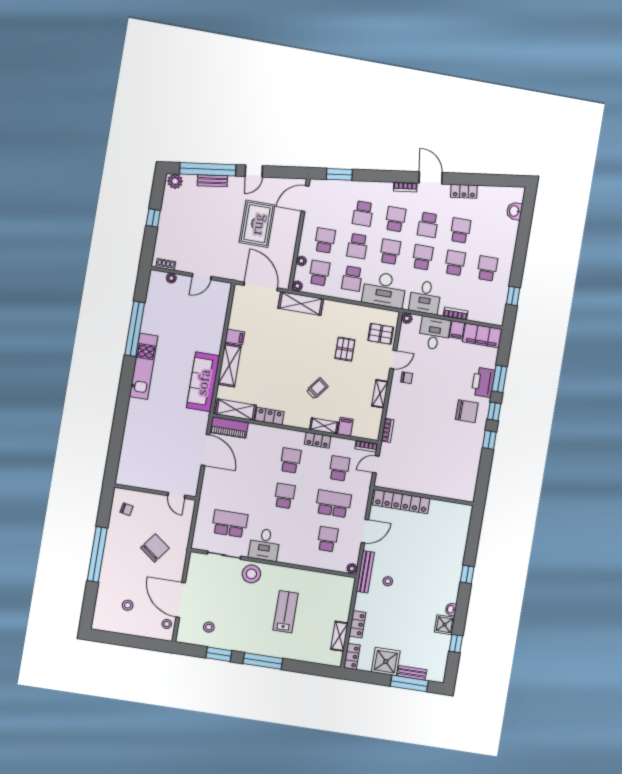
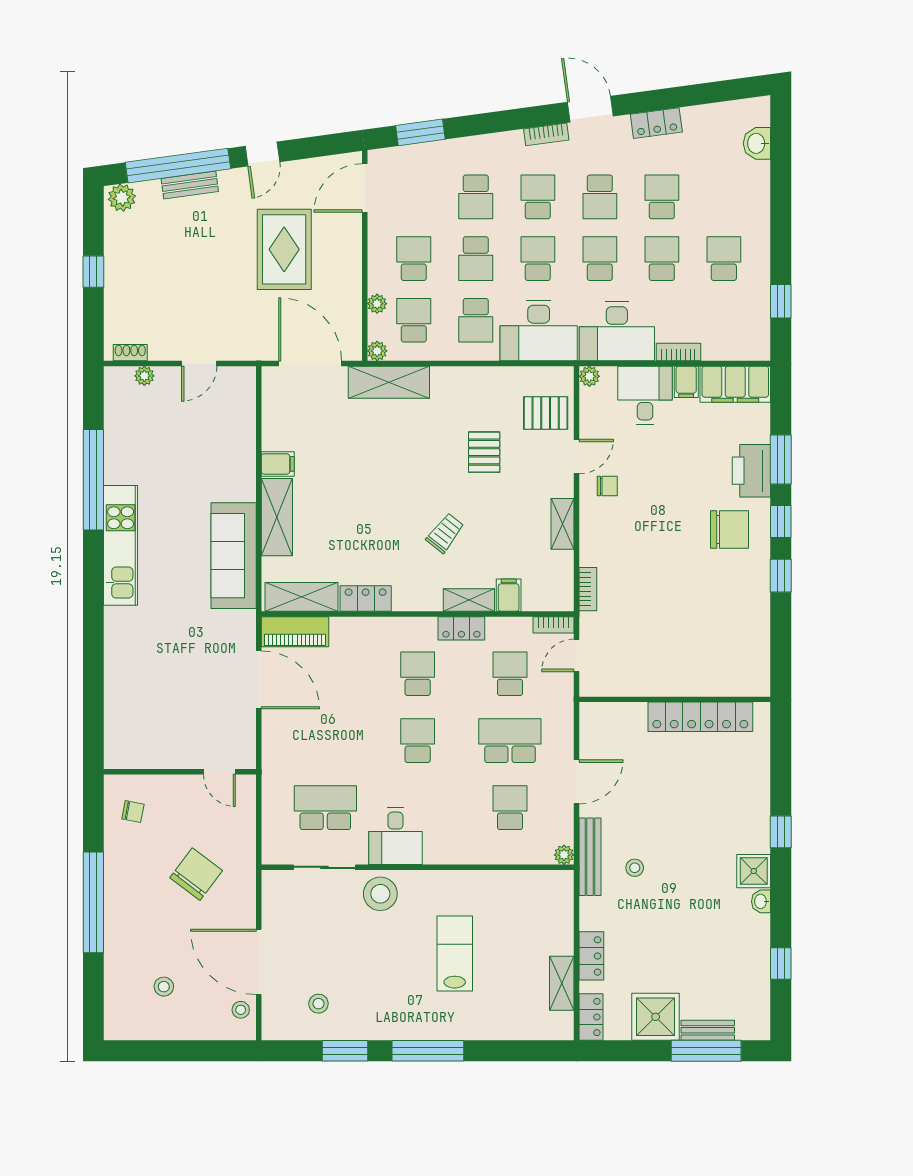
desk: (425, 297) -> (617, 331), width x1.37
locker: (401, 502) -> (700, 717), moved
shower: (444, 625) -> (754, 871), moved

